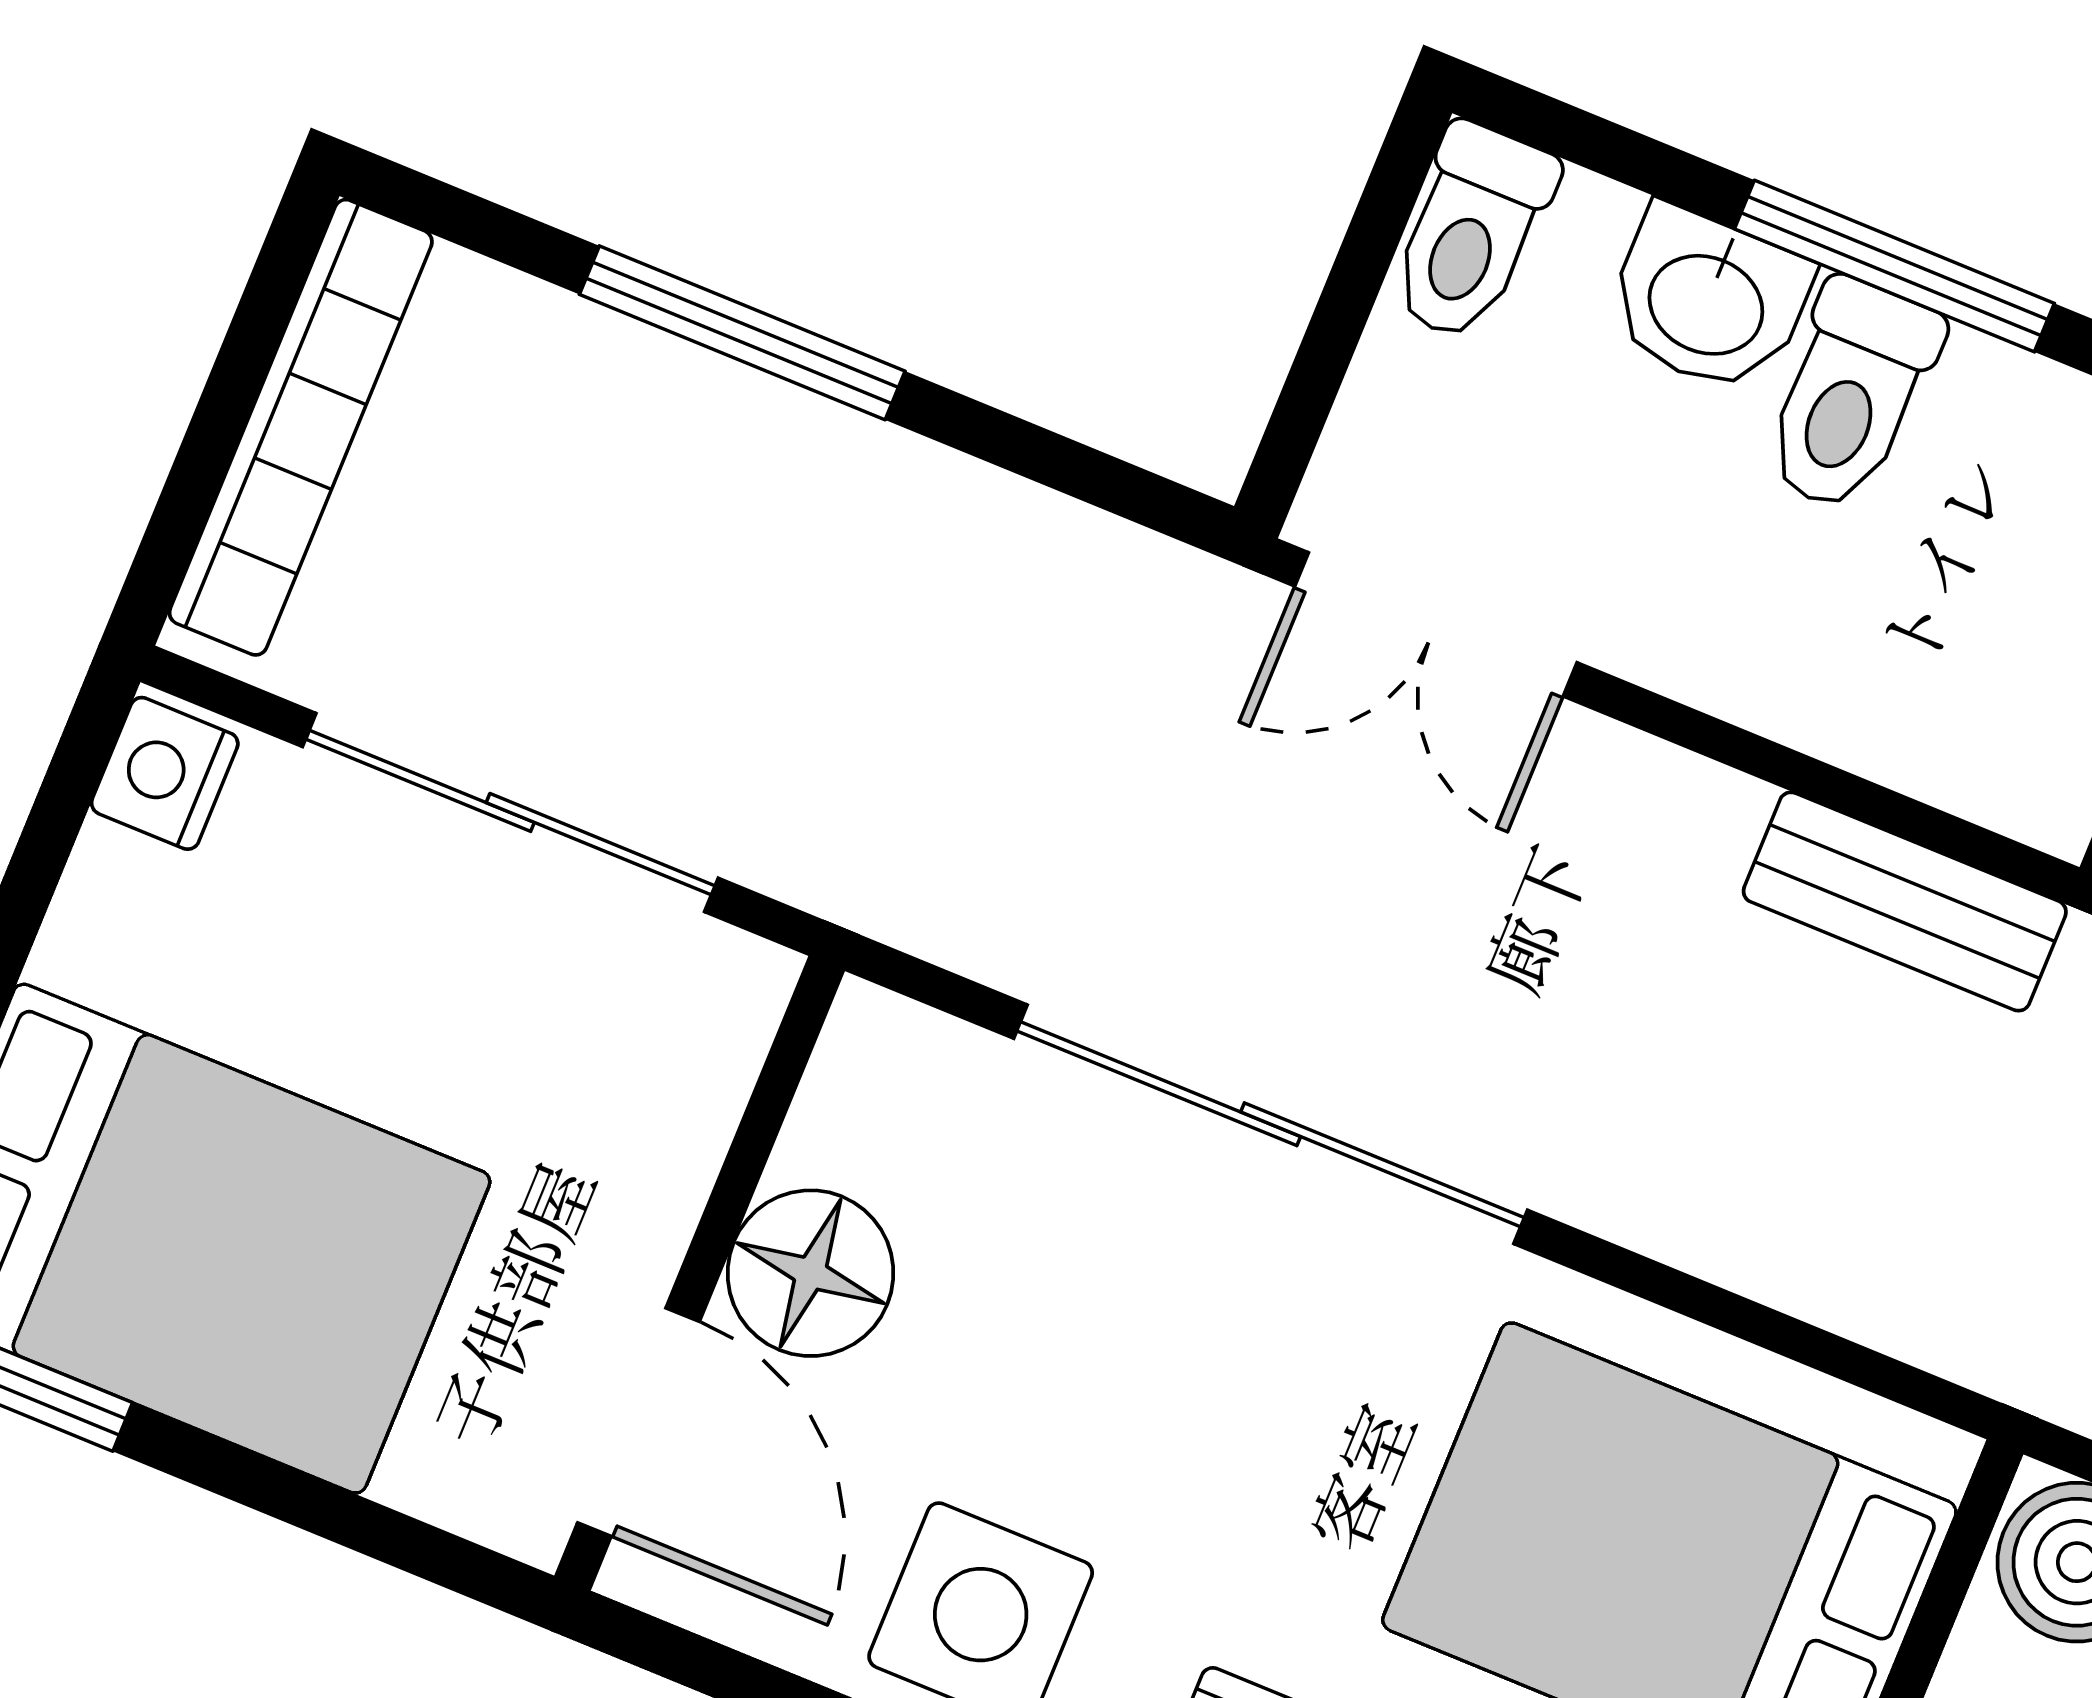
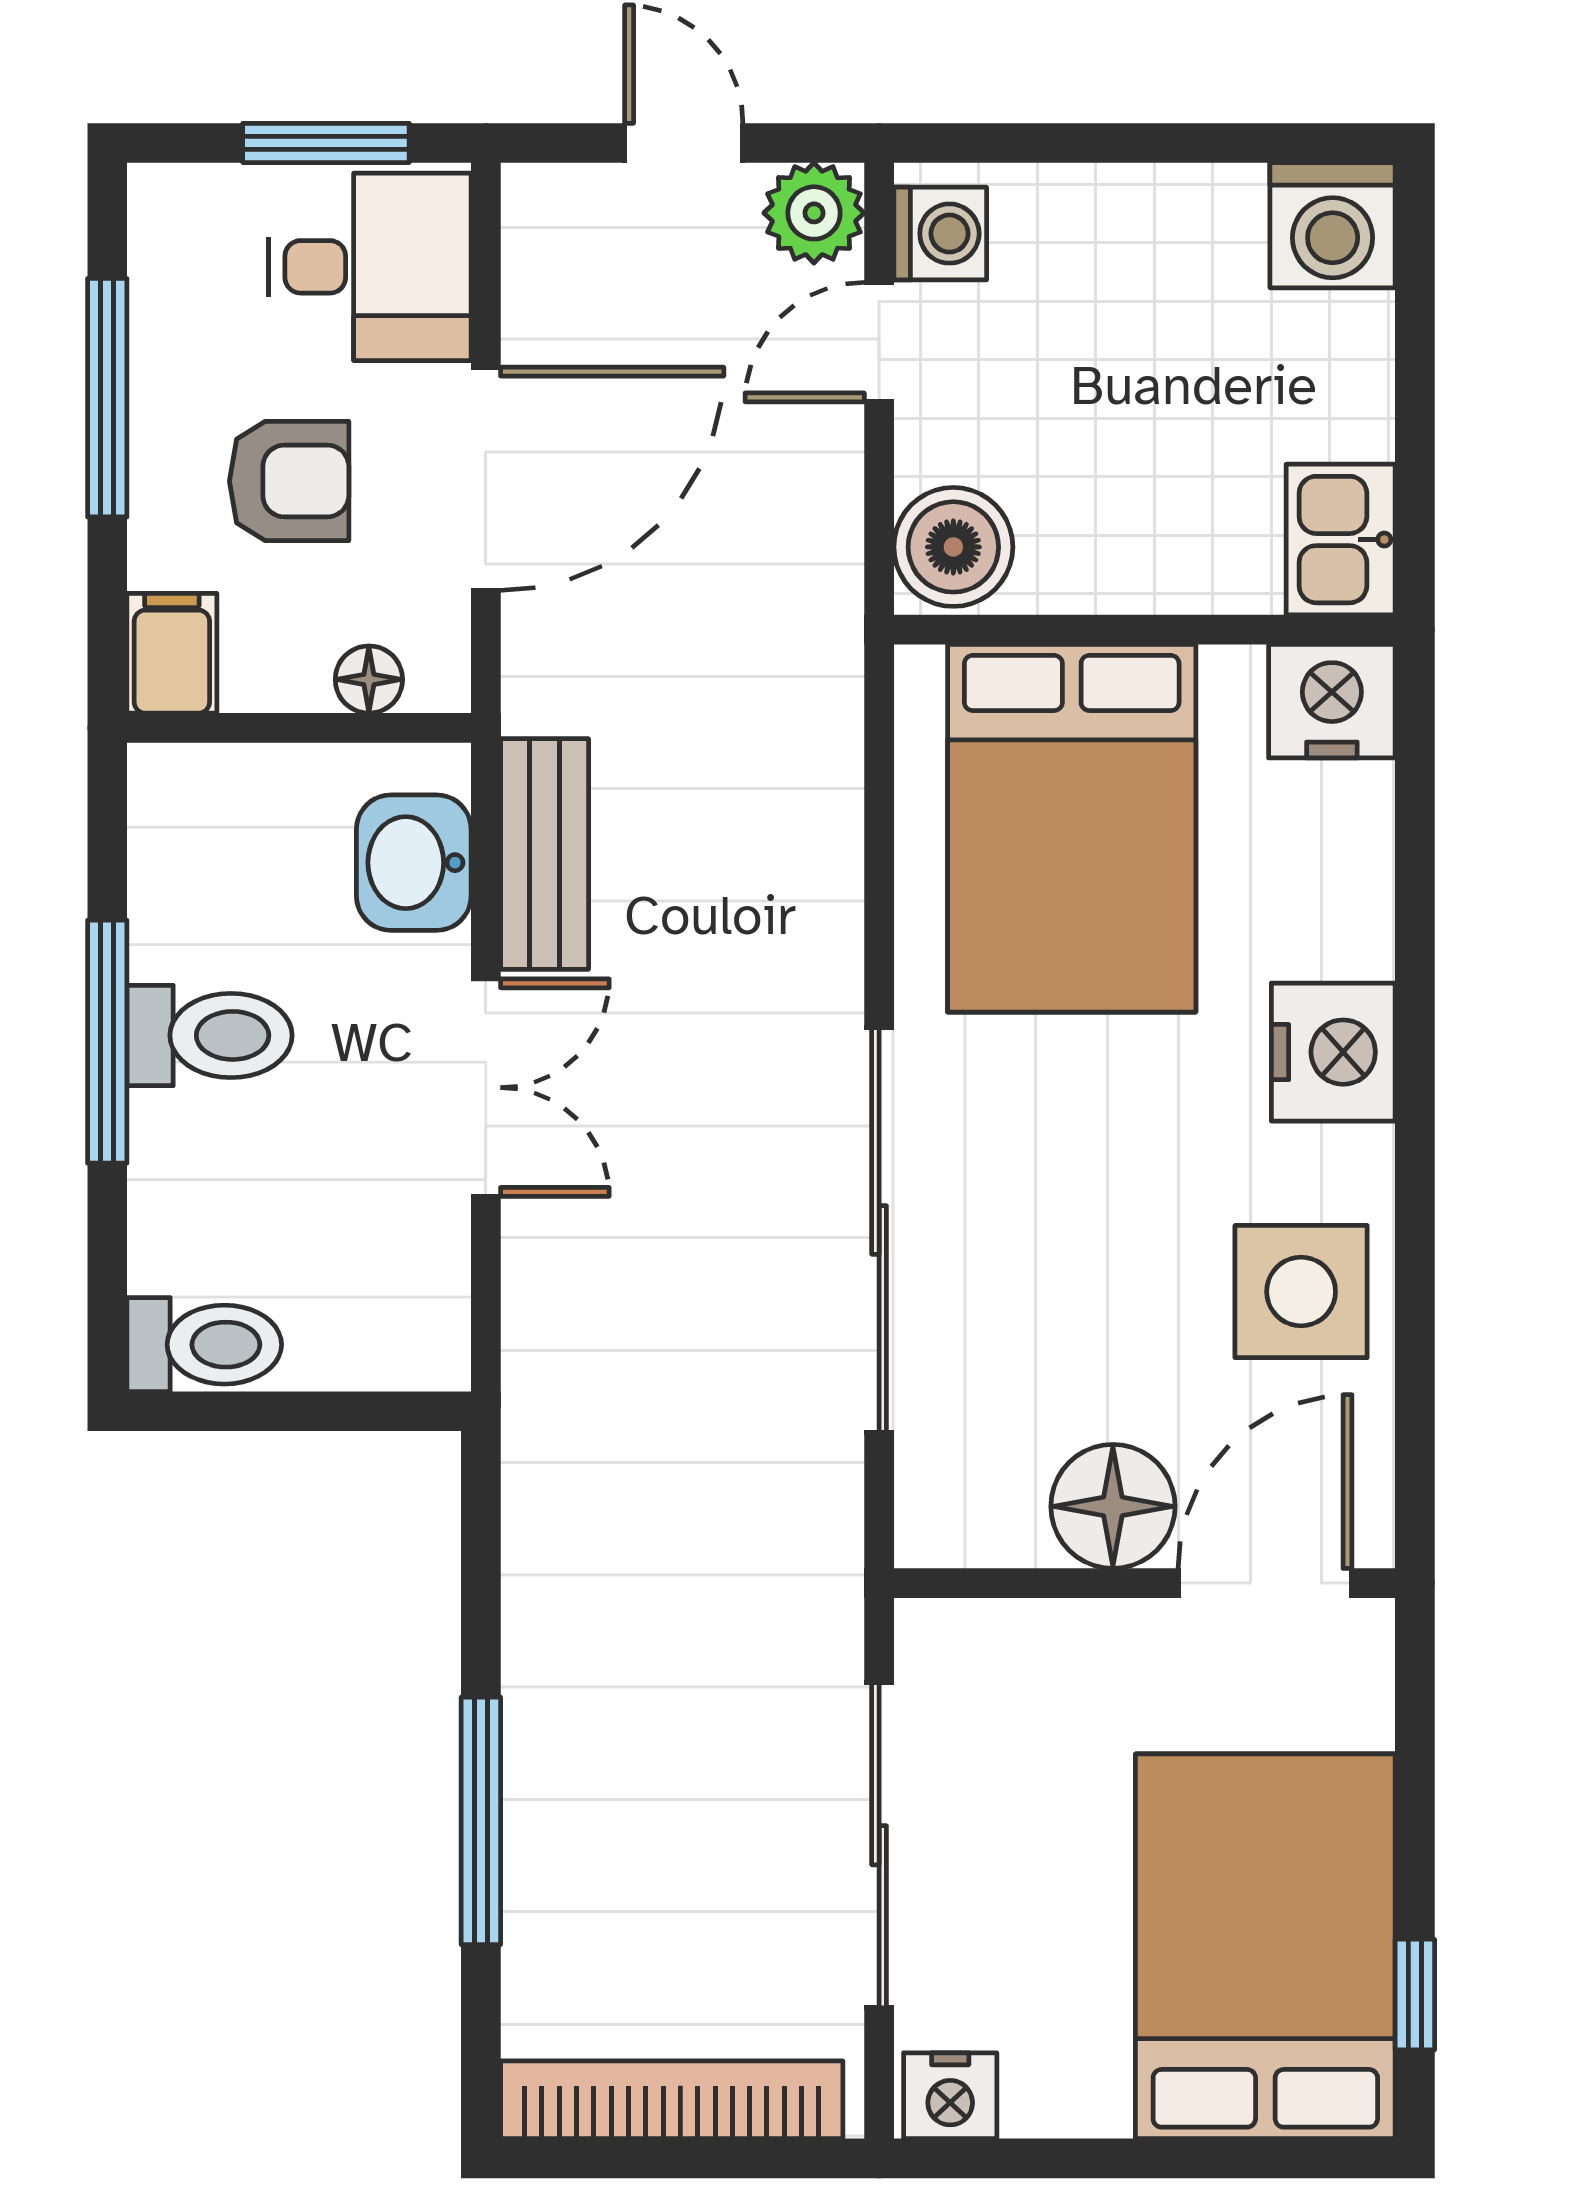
washbasin: (1708, 301) -> (414, 863), moved, turned 180
double door: (1436, 624) -> (486, 1088), moved

